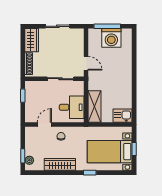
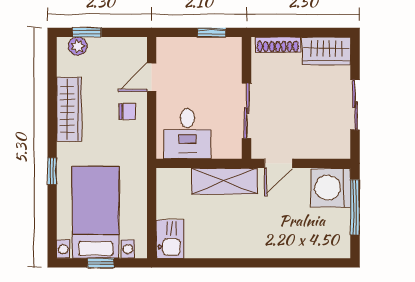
washing machine: (111, 38) -> (331, 188), moved
shelving: (95, 107) -> (224, 181), moved
door: (44, 125) -> (152, 77), swing flipped

